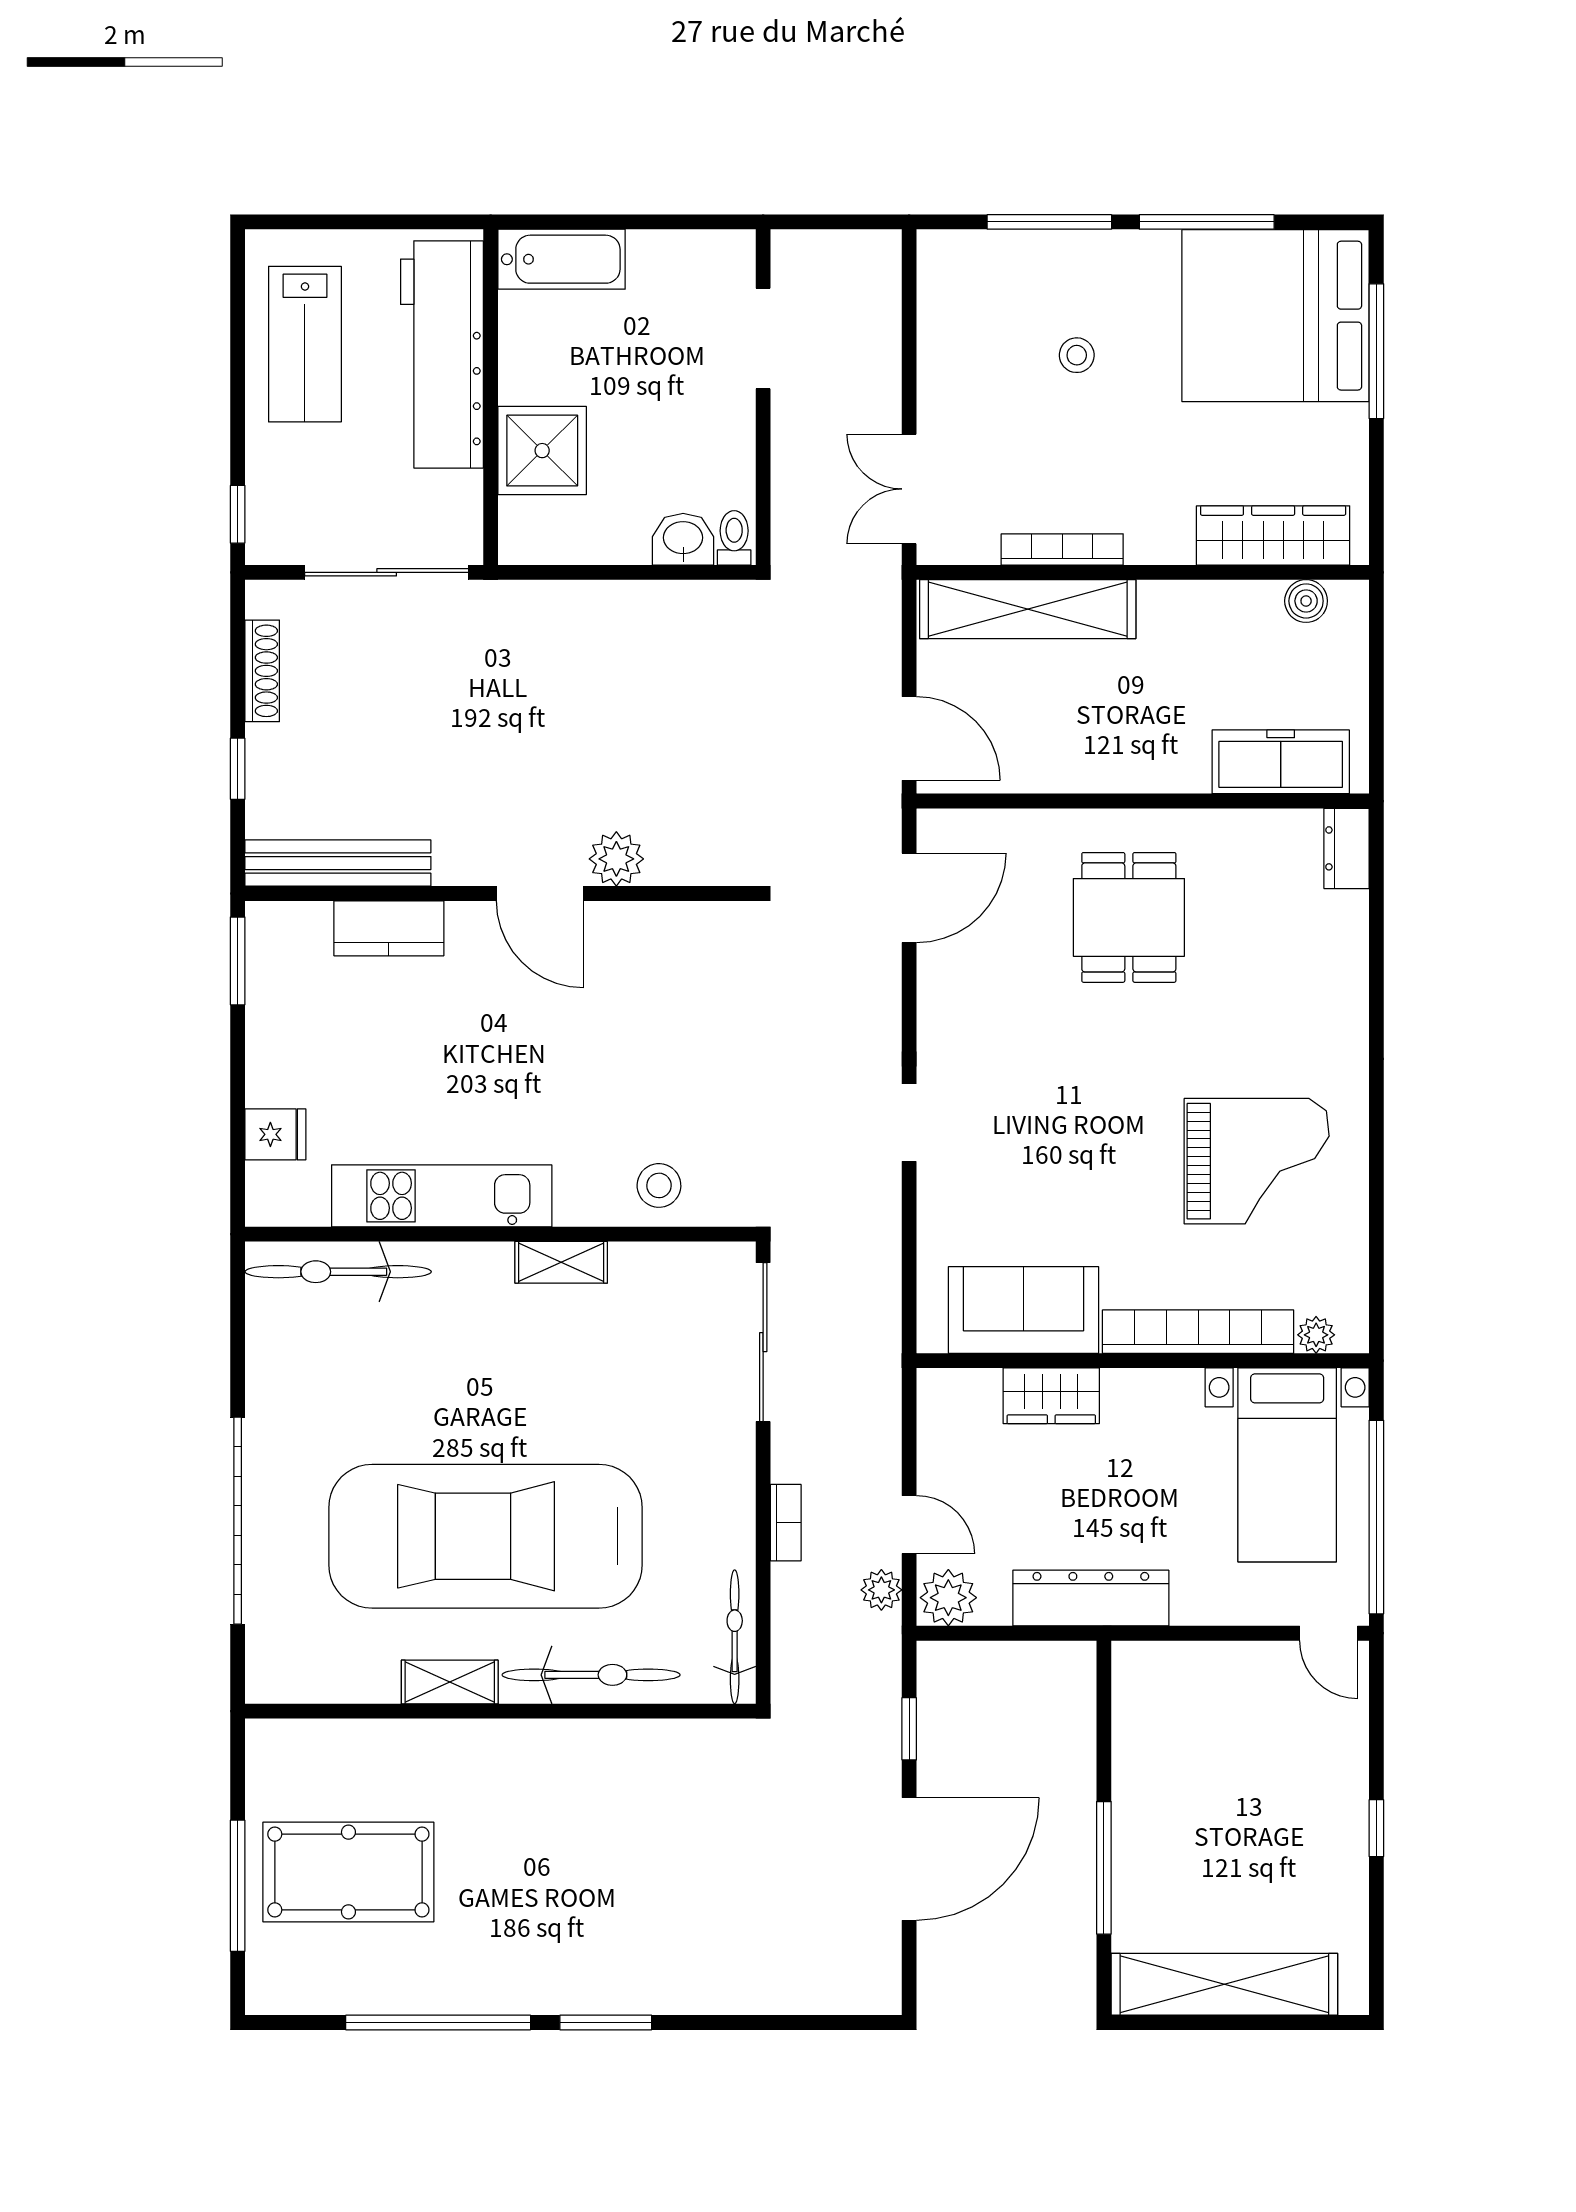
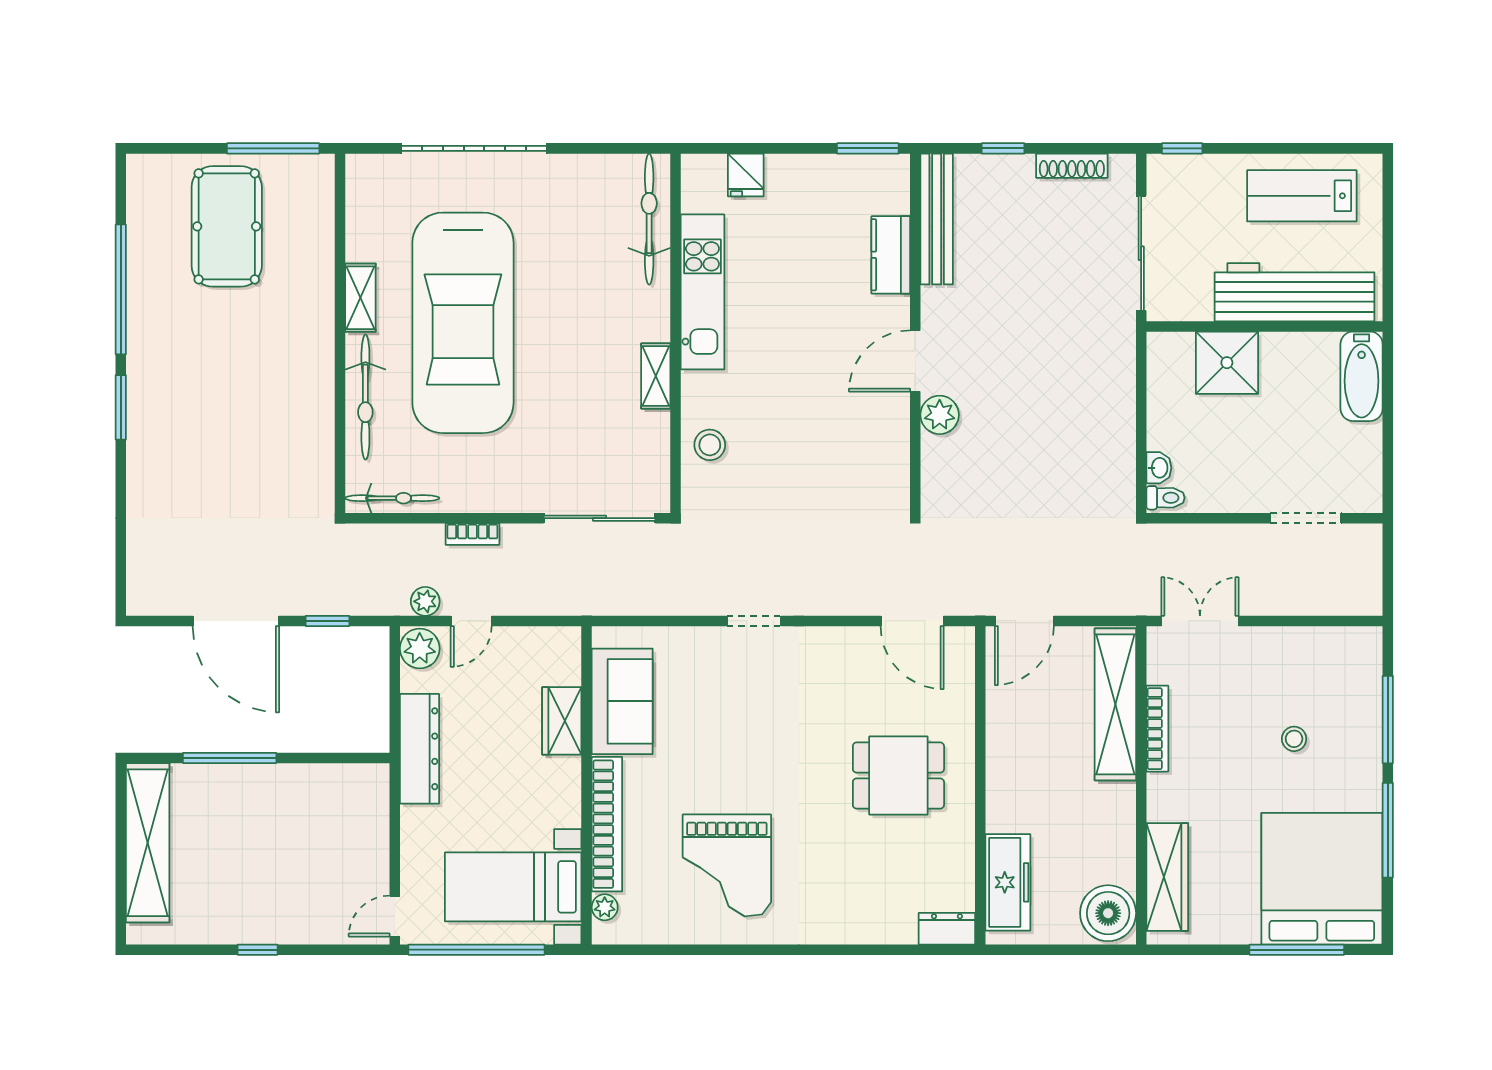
washbasin: (683, 539) -> (1159, 468), width x0.72, depth x0.69
boiler: (1306, 601) -> (1108, 913), width x1.86, depth x1.86
car: (485, 1536) -> (463, 323), turned 180
window: (238, 1886) -> (273, 148), moved

